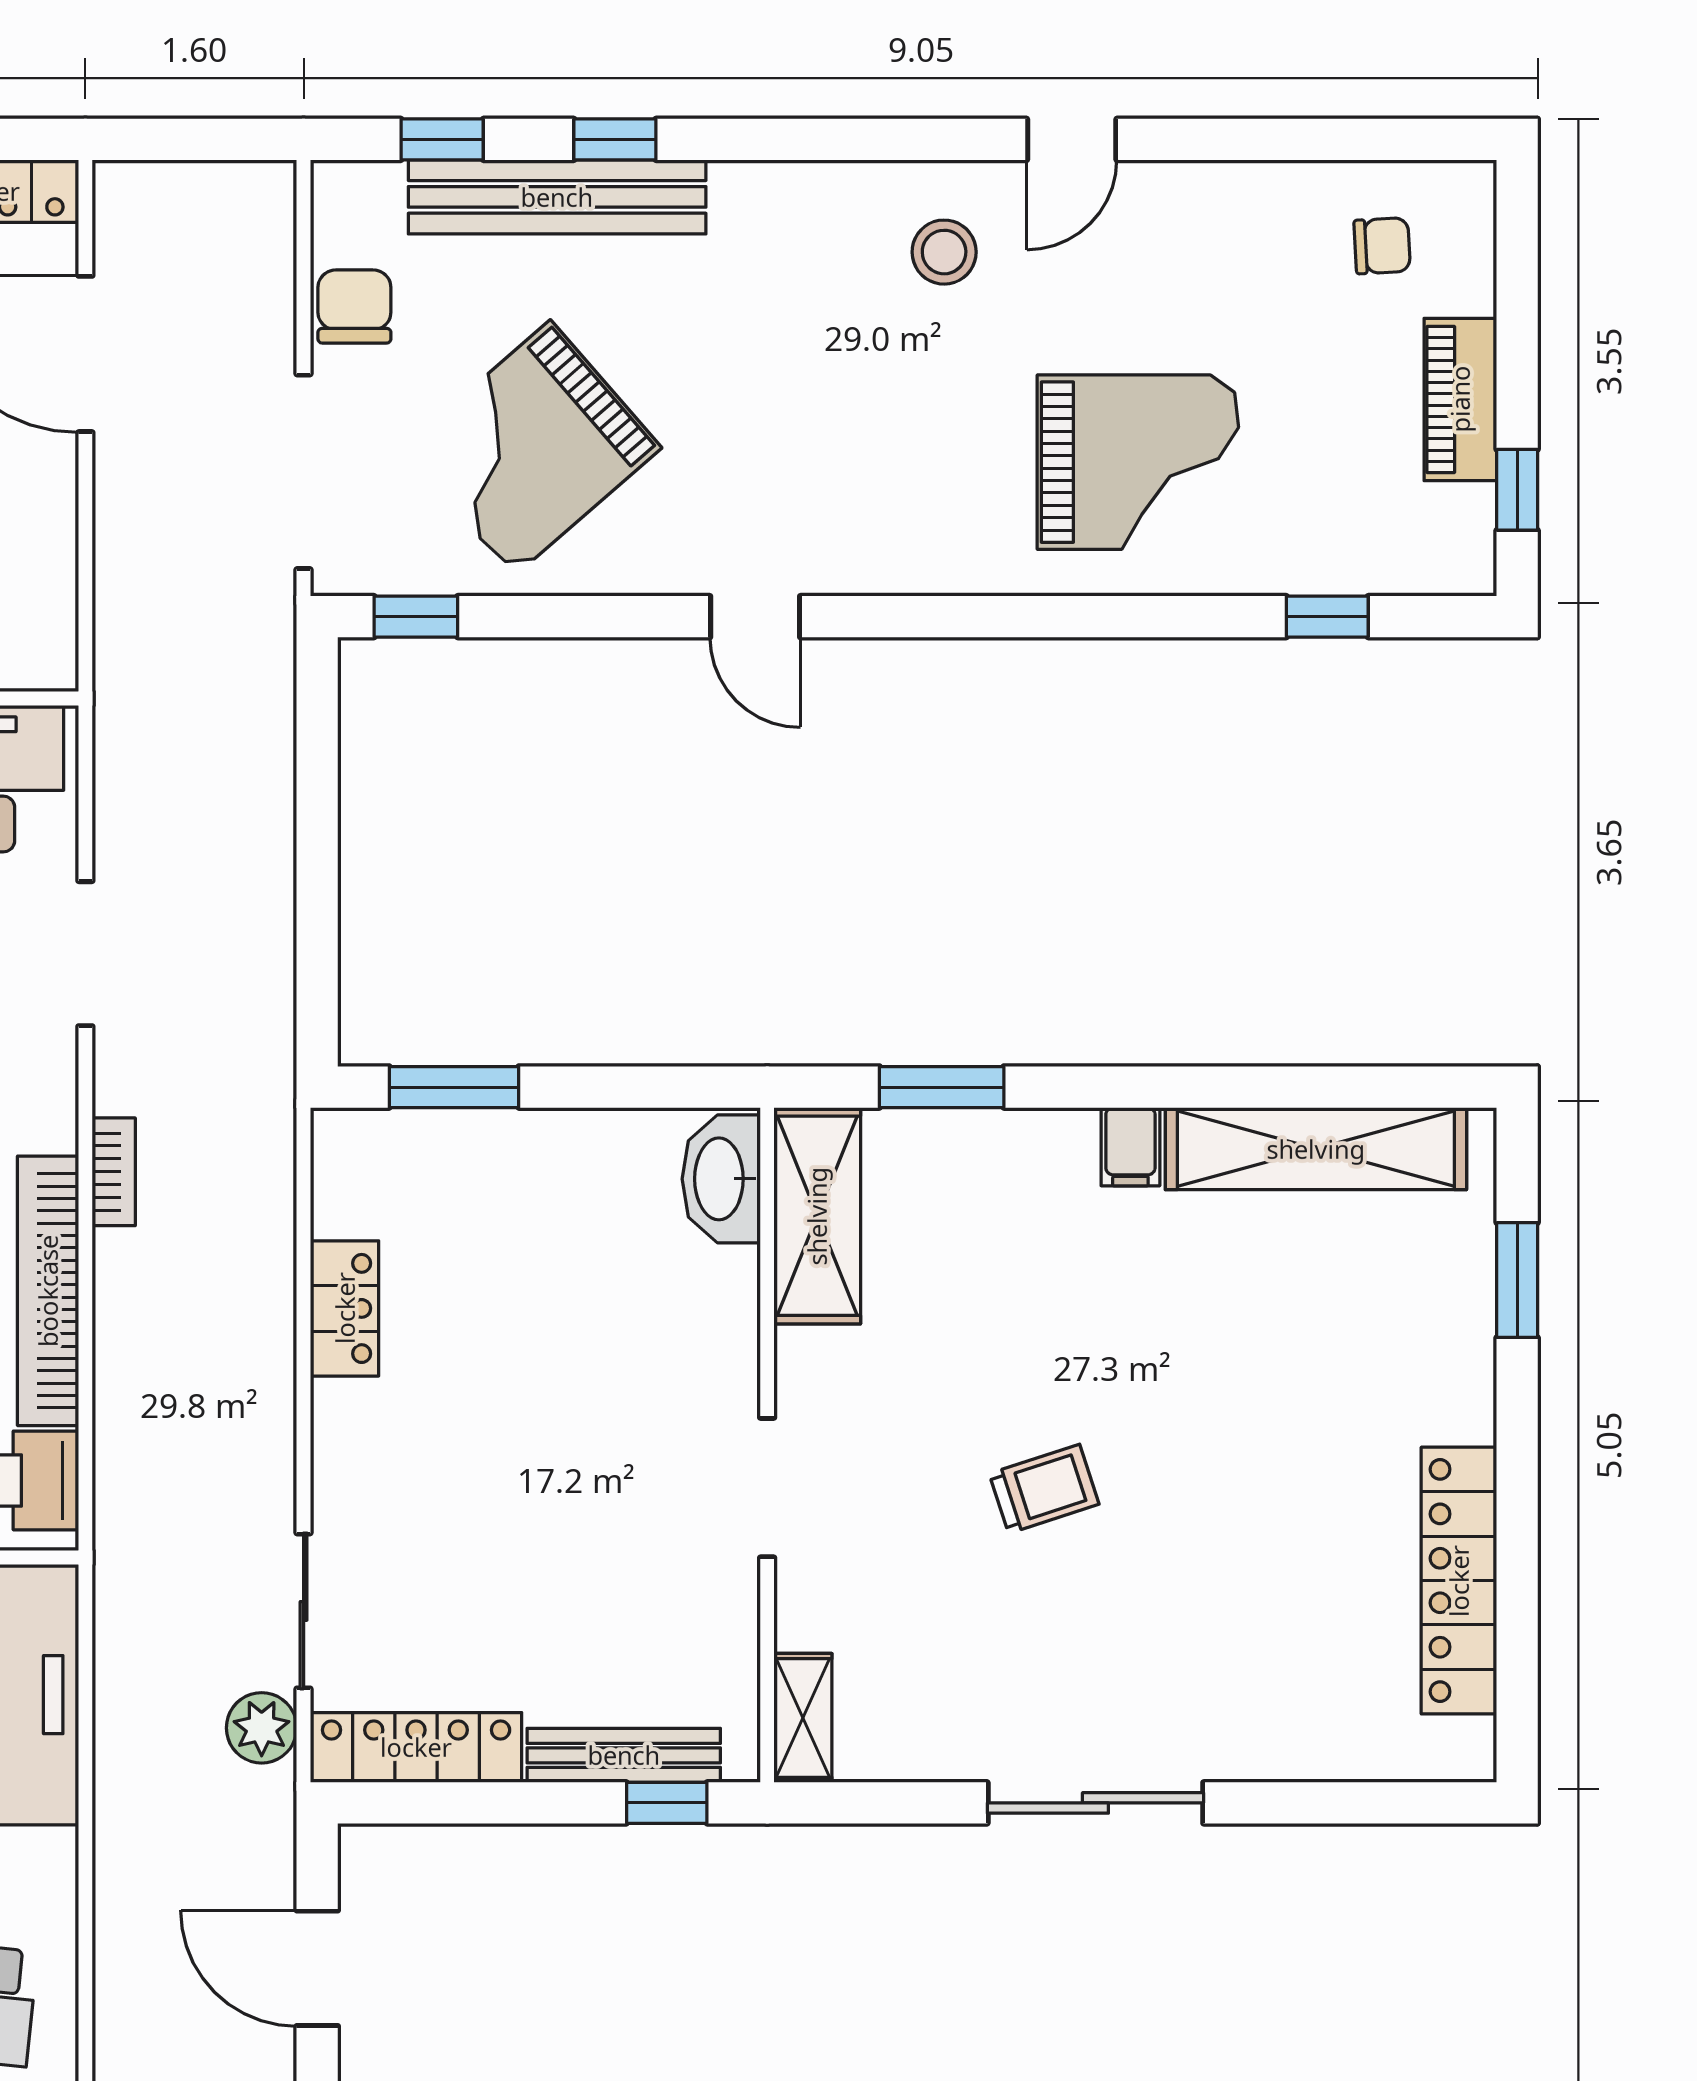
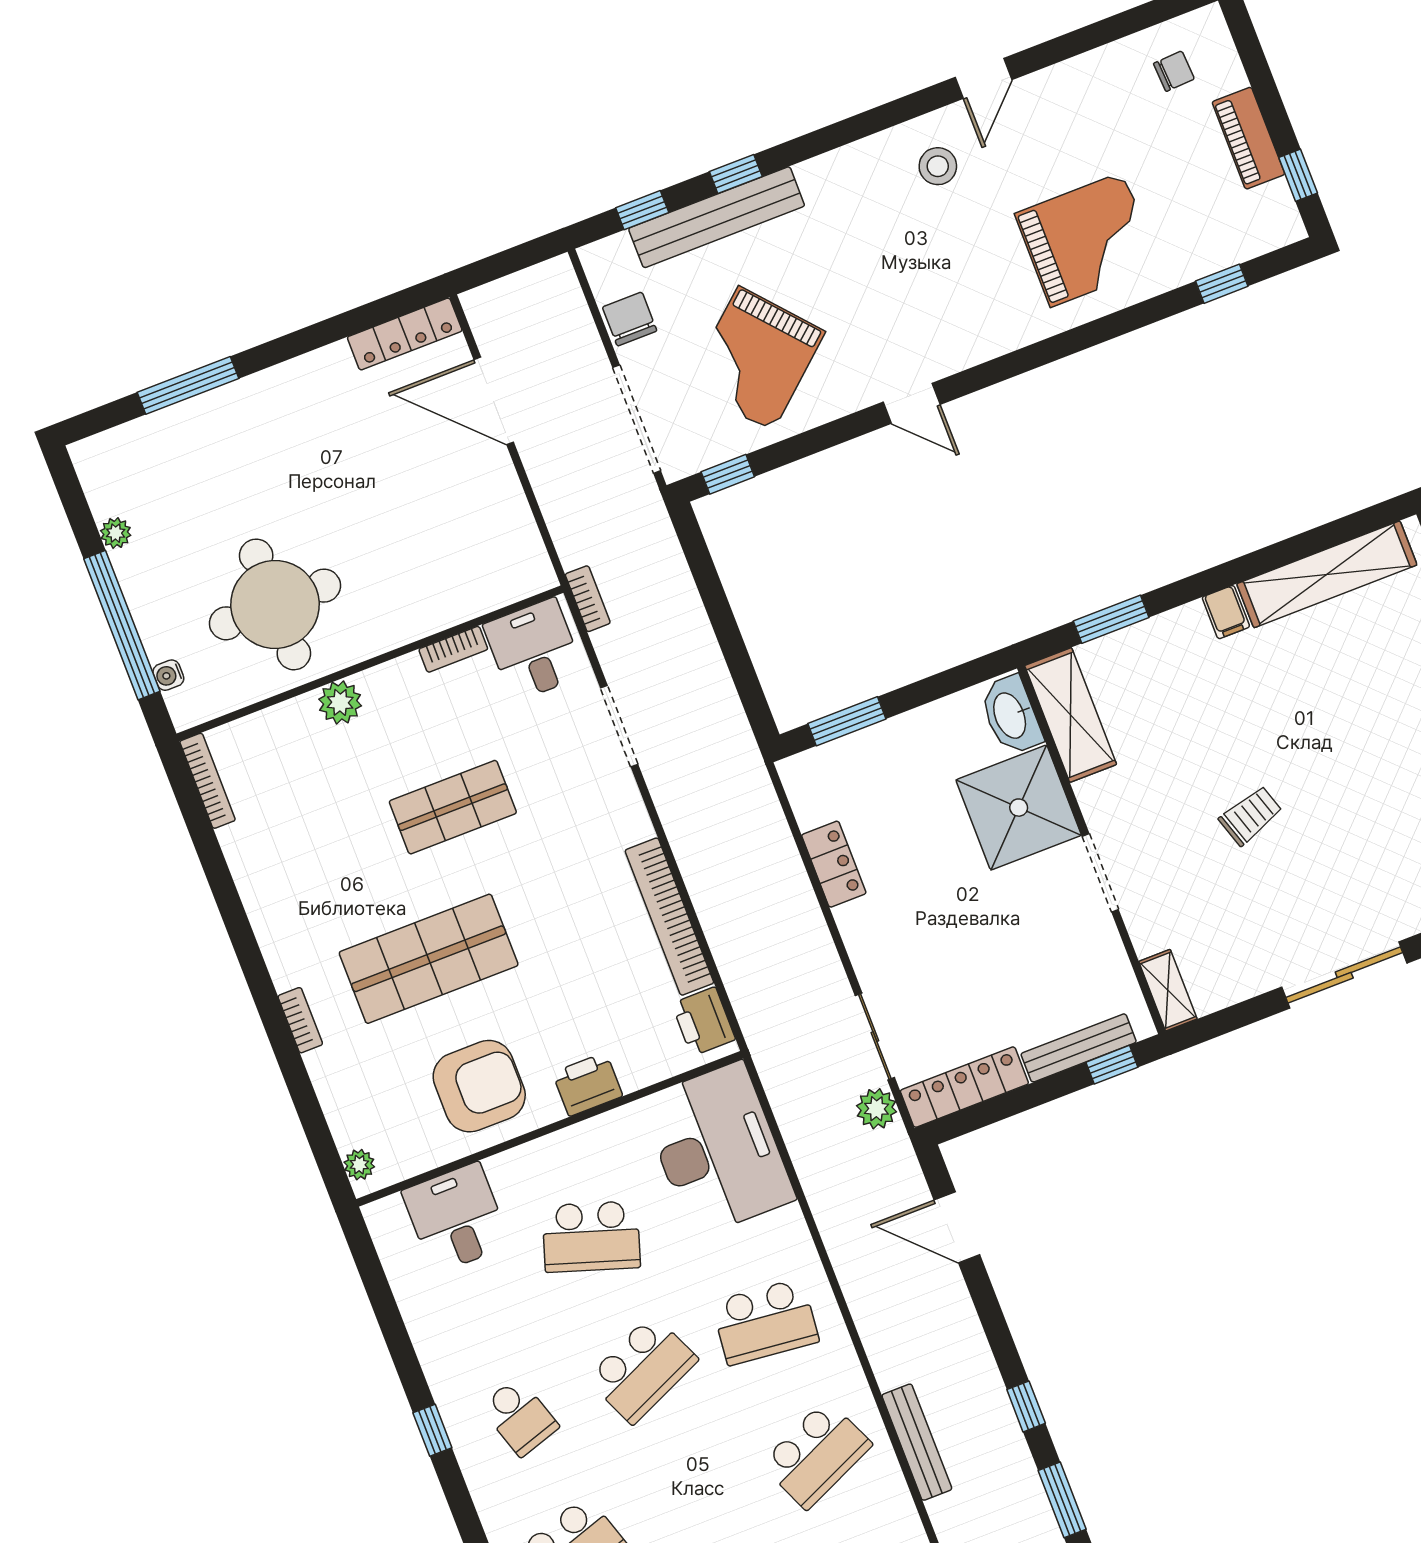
bookcase: (114, 1172) -> (588, 599), moved
shower: (676, 1332) -> (1019, 808), added

